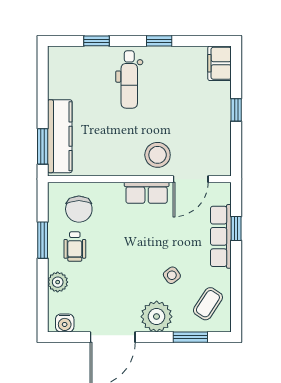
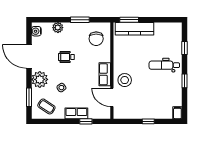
filing cabinet: (220, 63) -> (177, 113), width x0.50
chair: (79, 209) -> (96, 39), turned -90
row of seats: (221, 236) -> (76, 113), width x0.68
wheelchair: (75, 246) -> (66, 57), moved

